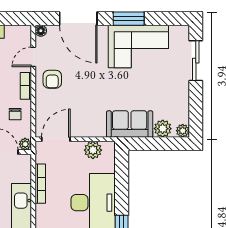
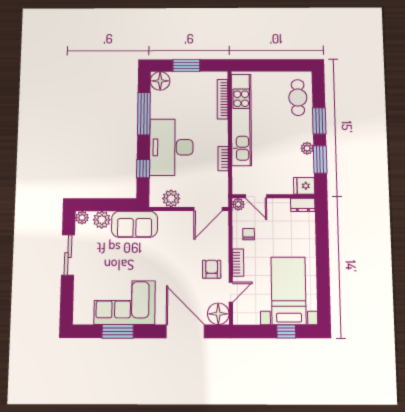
window: (129, 19) -> (118, 331), moved
floor lamp: (41, 31) -> (218, 314), width x1.89, depth x1.89
sliding door: (196, 61) -> (68, 255), moved
window: (122, 181) -> (143, 169), added
bookcase: (40, 184) -> (223, 159), width x0.64

